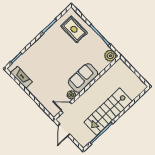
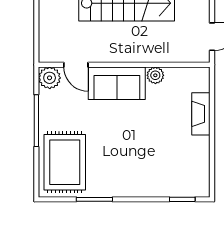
rug: (74, 29) -> (65, 162), width x1.36, depth x1.43
fireplace: (21, 77) -> (201, 114), moved
door: (67, 107) -> (76, 65), moved

